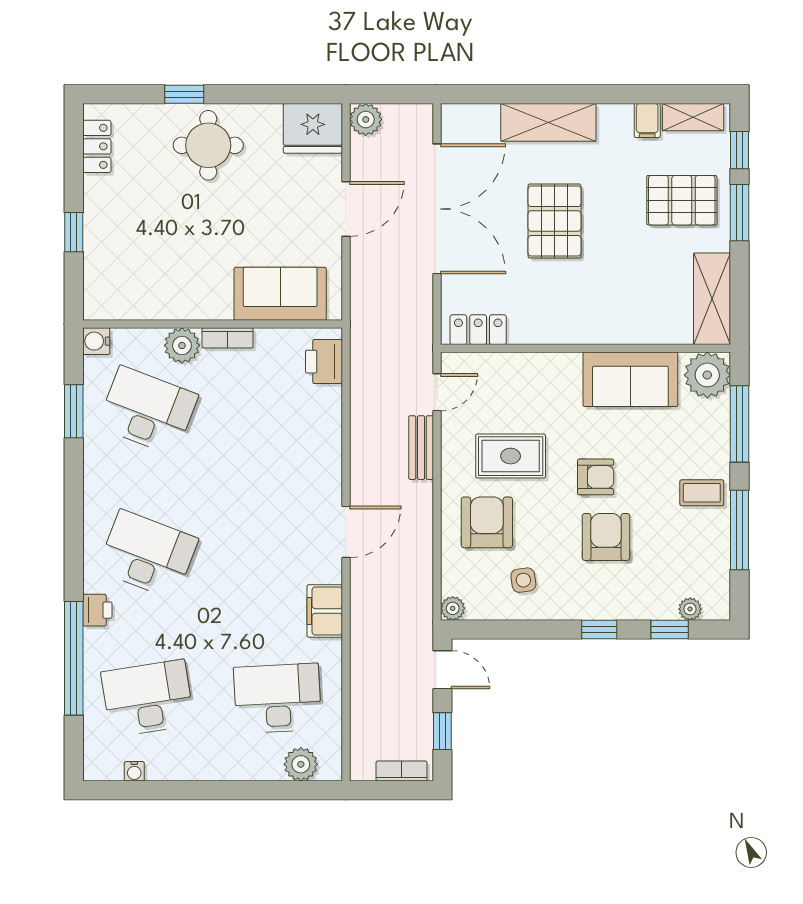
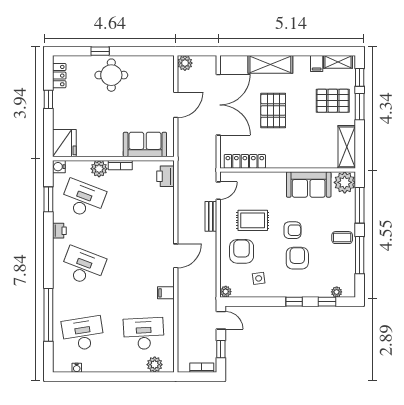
fridge: (313, 128) -> (64, 143), moved, turned -90
window: (74, 232) -> (48, 99), moved
locker: (478, 330) -> (245, 161), width x1.53
printer: (97, 610) -> (59, 231), moved
filing cabinet: (325, 611) -> (166, 293), width x0.50

